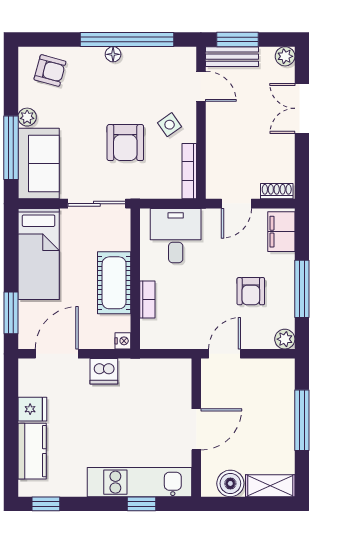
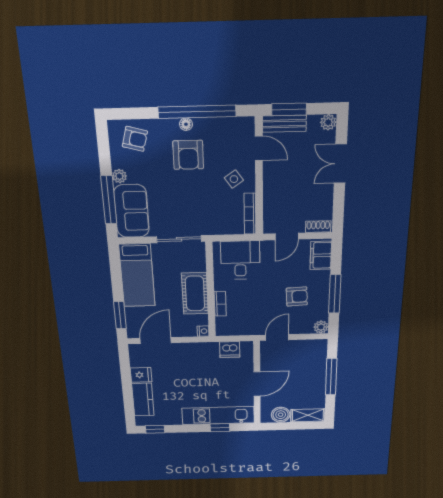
armchair: (125, 143) -> (188, 155), moved
armchair: (251, 291) -> (297, 296), turned -93
dishwasher: (104, 371) -> (230, 350), moved

